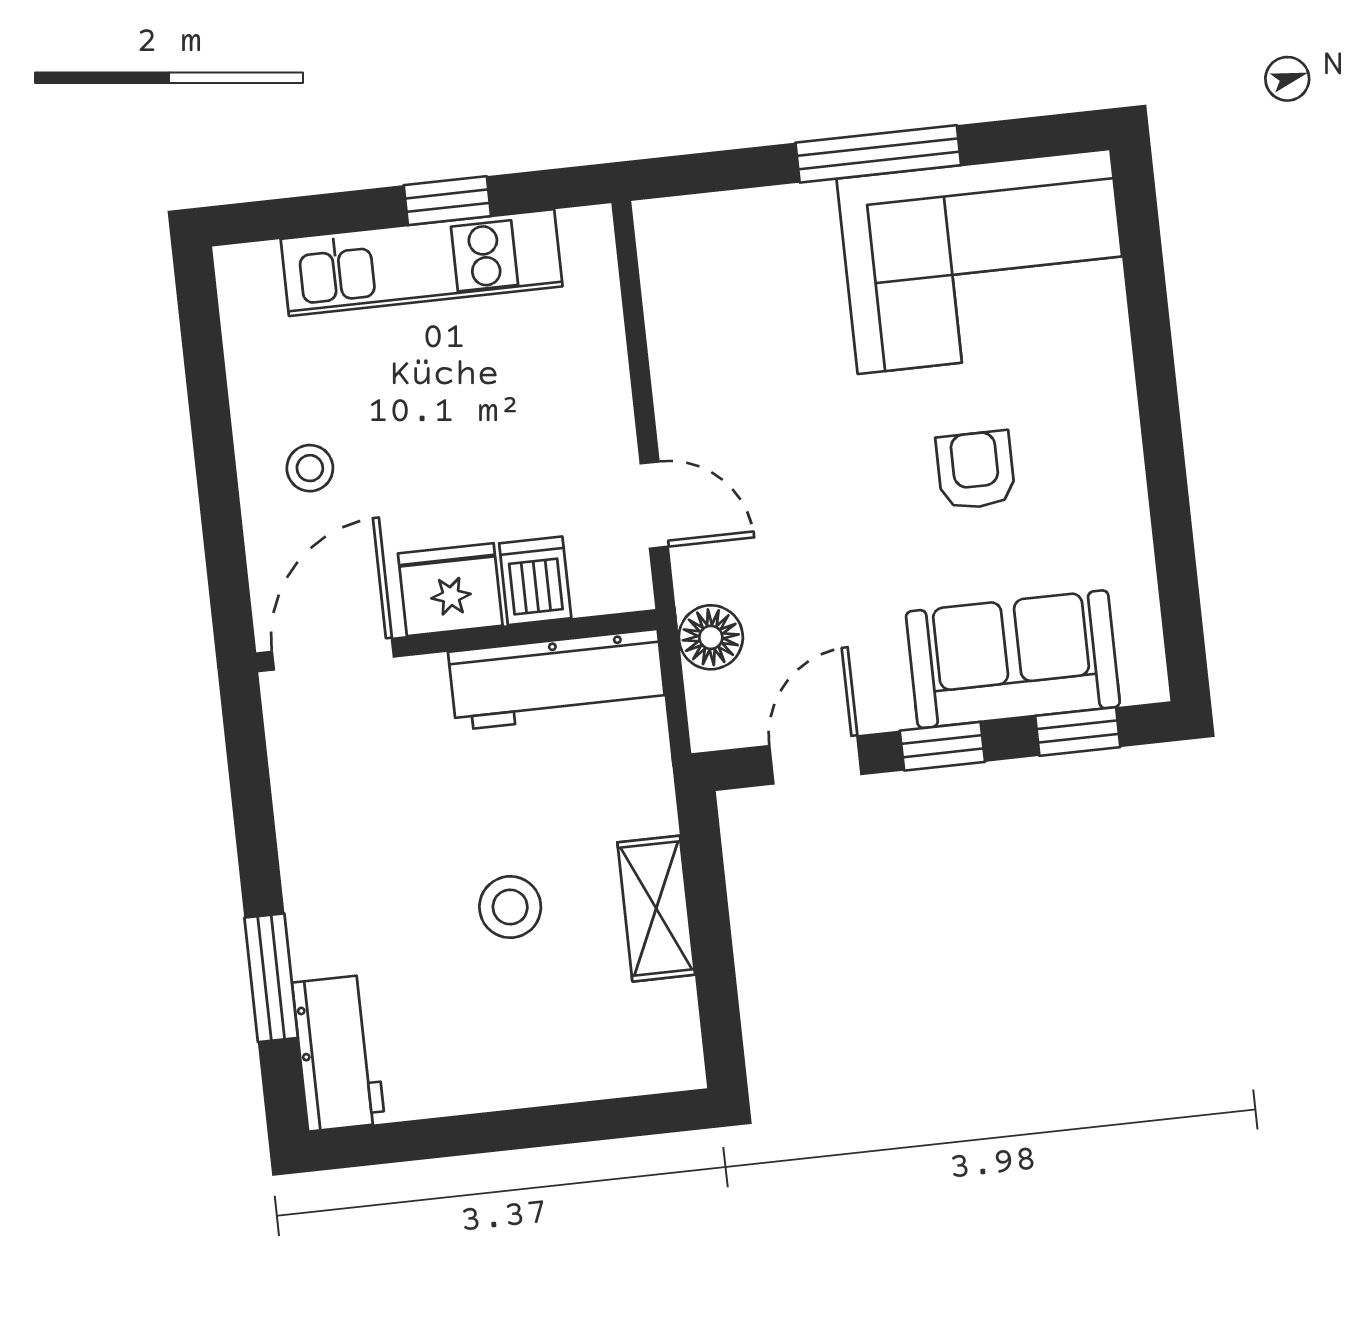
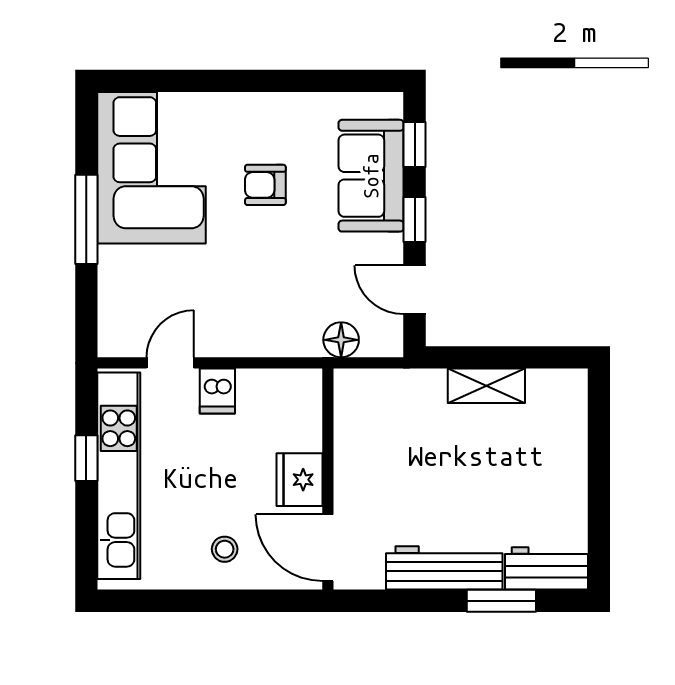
kitchen unit: (422, 263) -> (119, 476), width x1.36
door: (654, 505) -> (170, 363), moved
dishwasher: (535, 581) -> (217, 391), moved, turned -90
workbench: (557, 680) -> (444, 568), moved, turned -90
stool: (510, 907) -> (477, 466), removed

